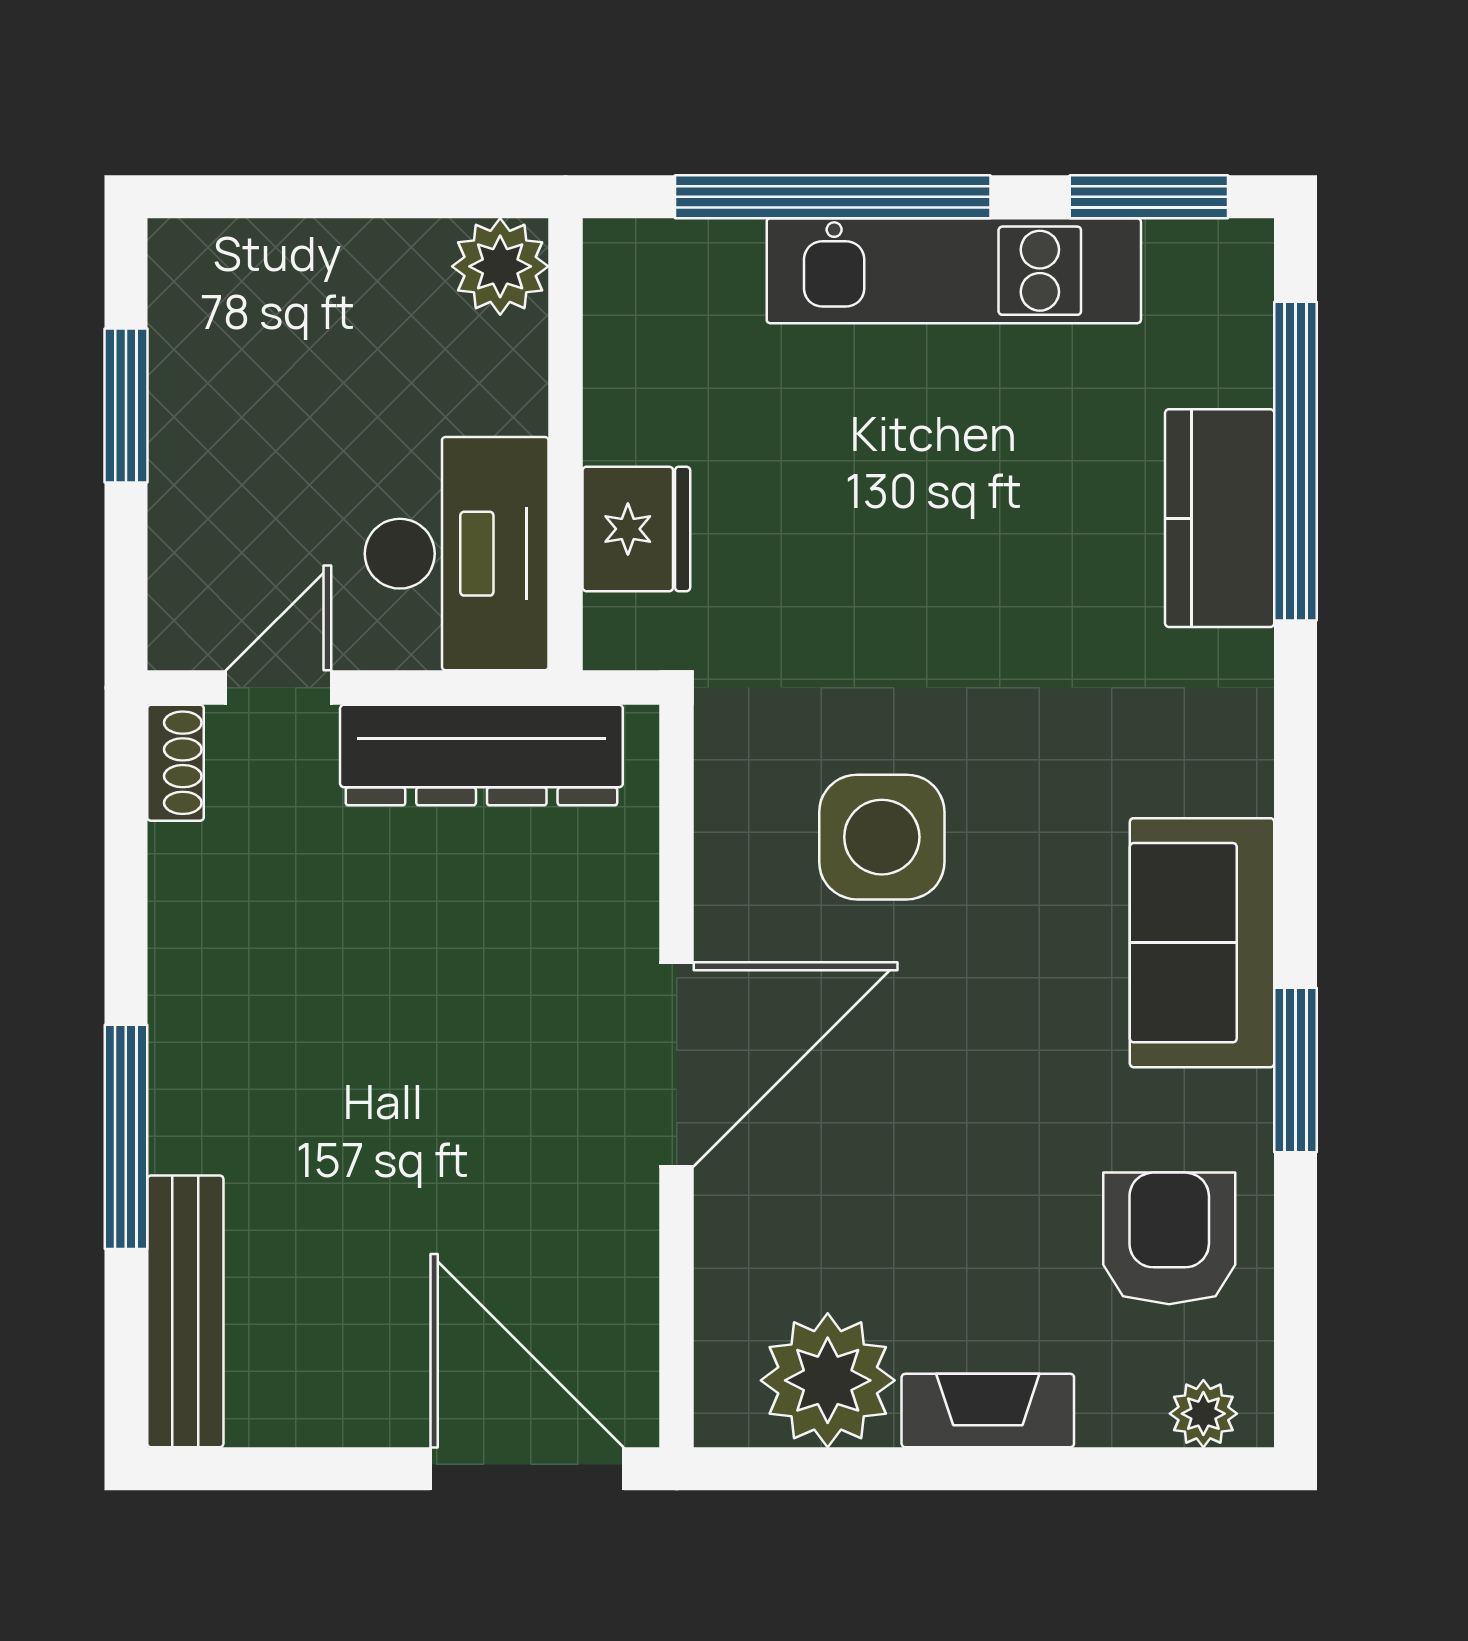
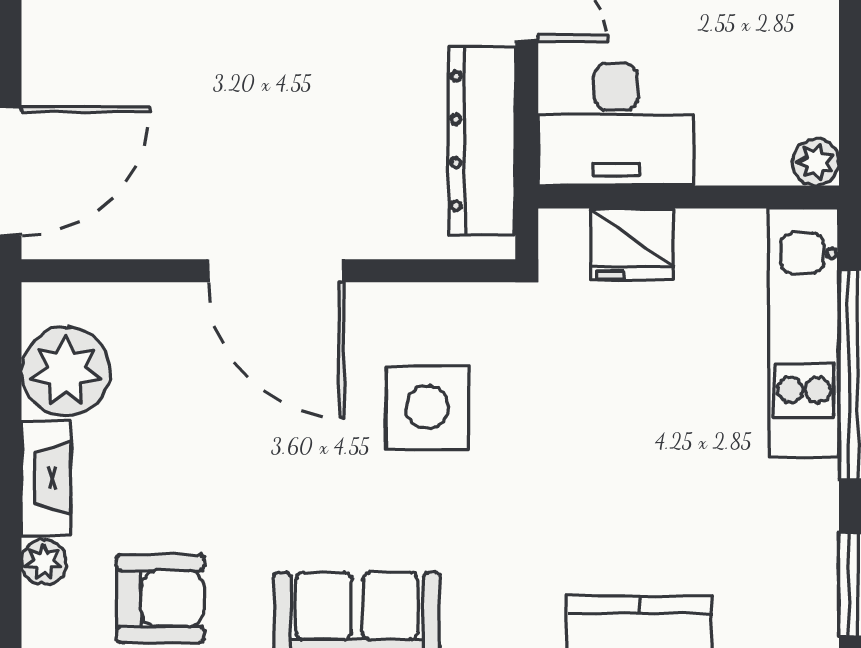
plant: (500, 266) -> (816, 162), width x0.73, depth x0.73
kitchen unit: (954, 271) -> (804, 333), moved
plant: (1203, 1414) -> (44, 562), moved

